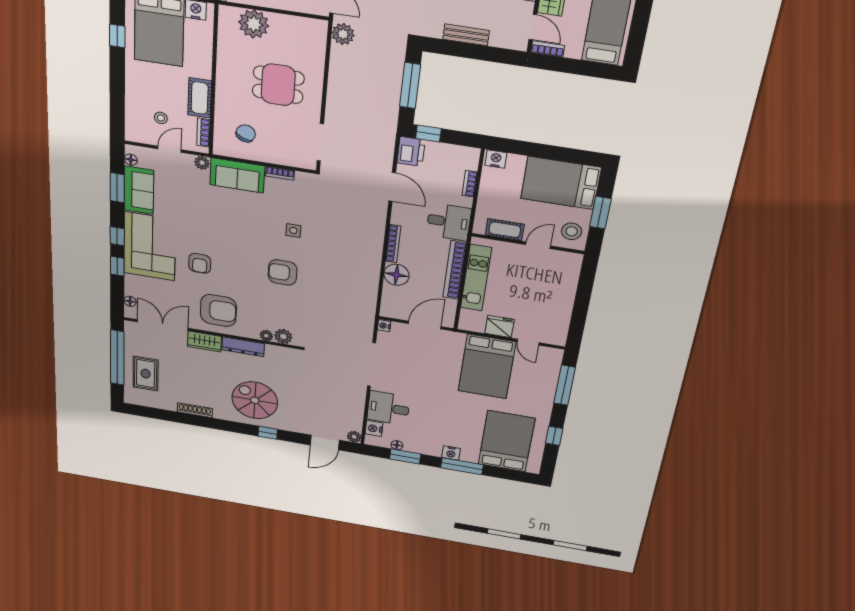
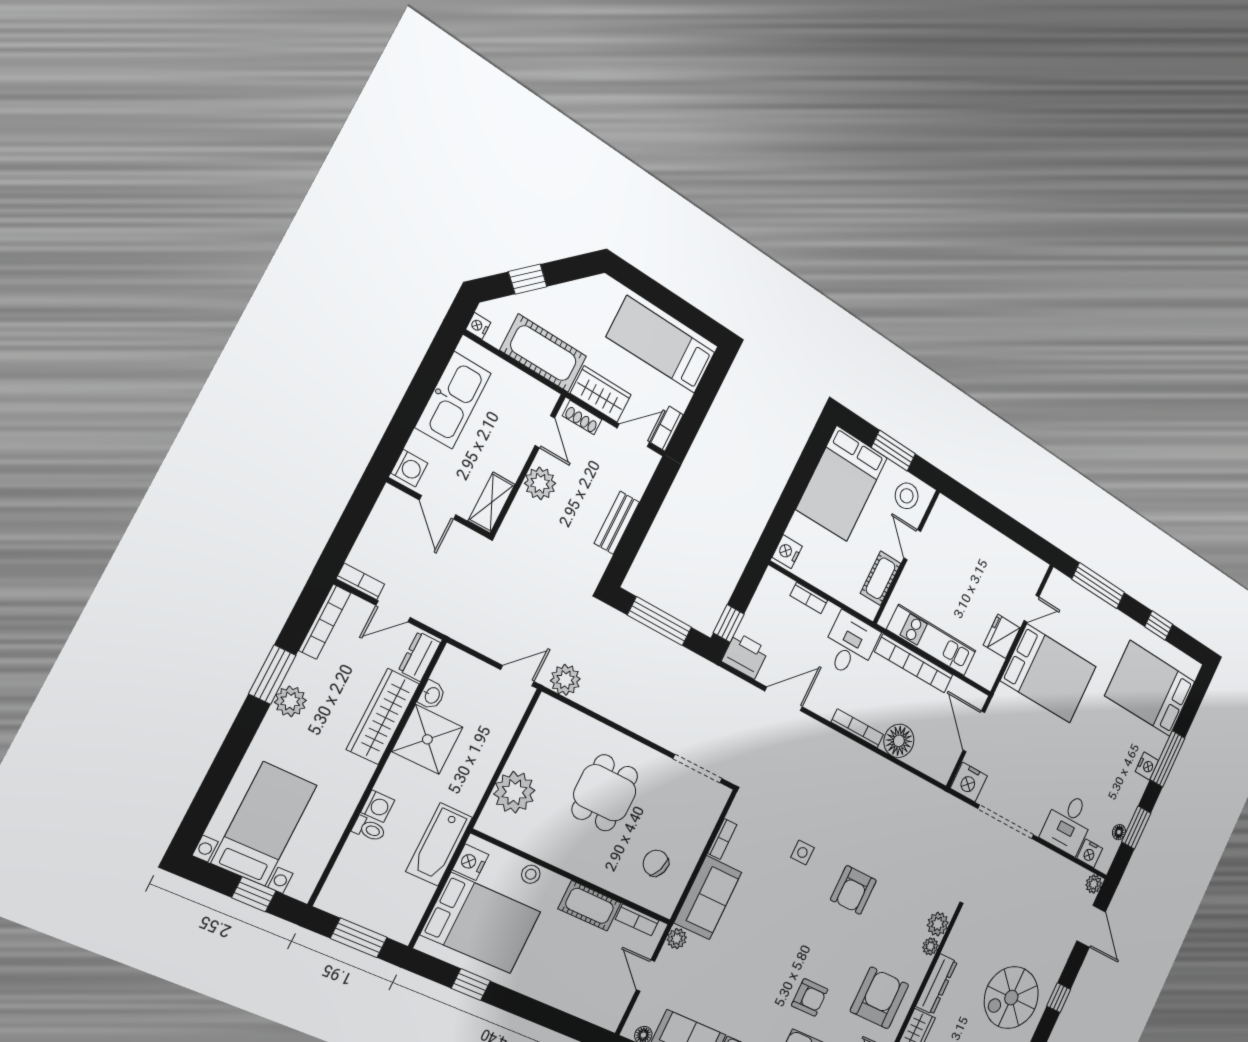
stool: (161, 118) -> (531, 874), moved
nightstand: (384, 326) -> (969, 782), width x1.89, depth x1.79

